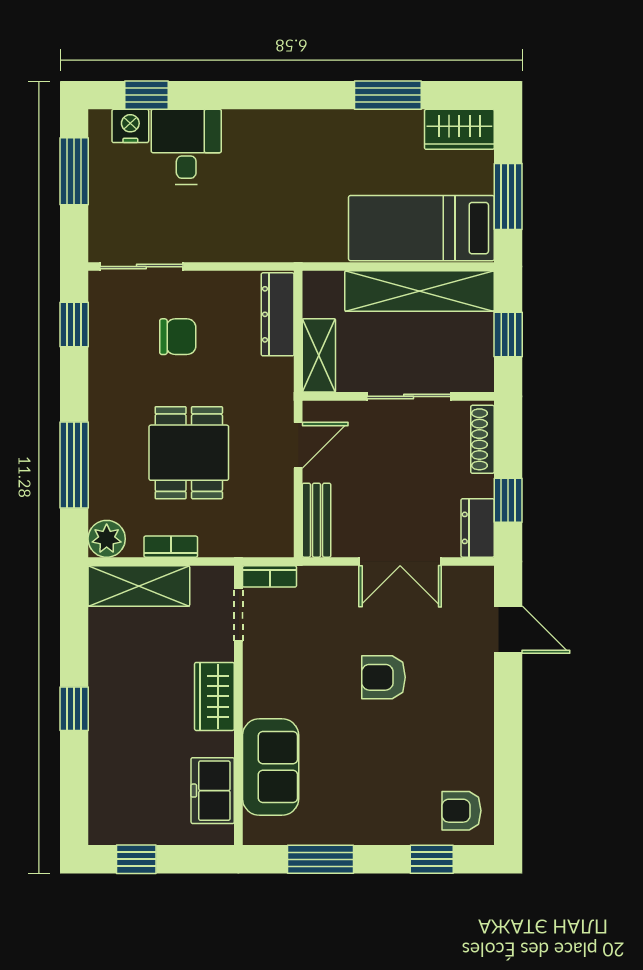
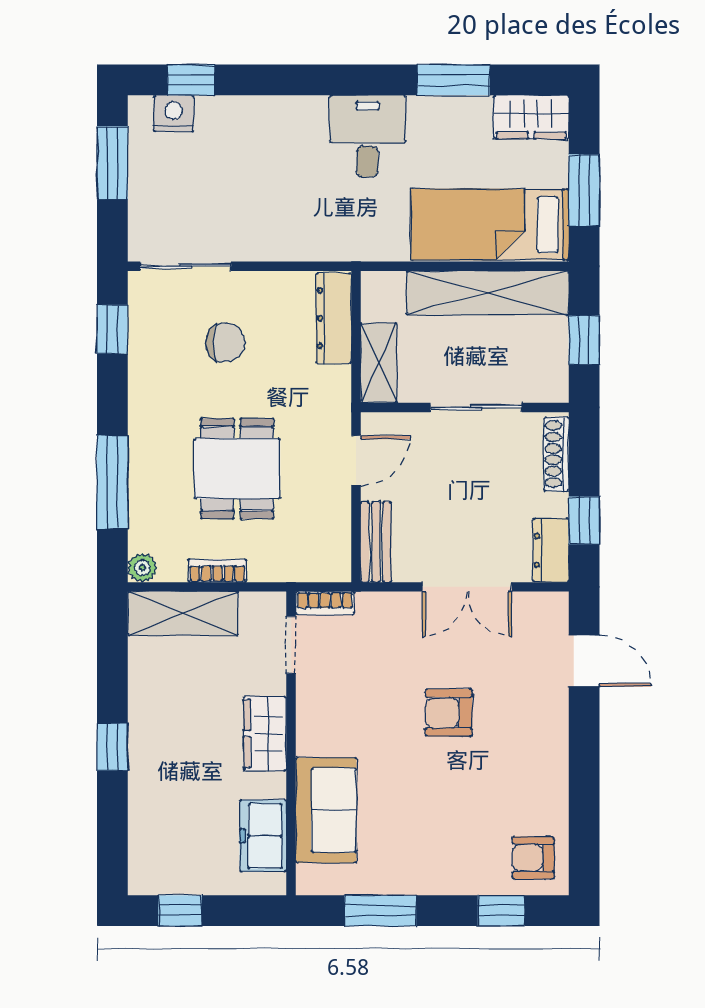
desk: (186, 147) -> (368, 136), moved
plant: (107, 539) -> (142, 568), width x0.73, depth x0.73

